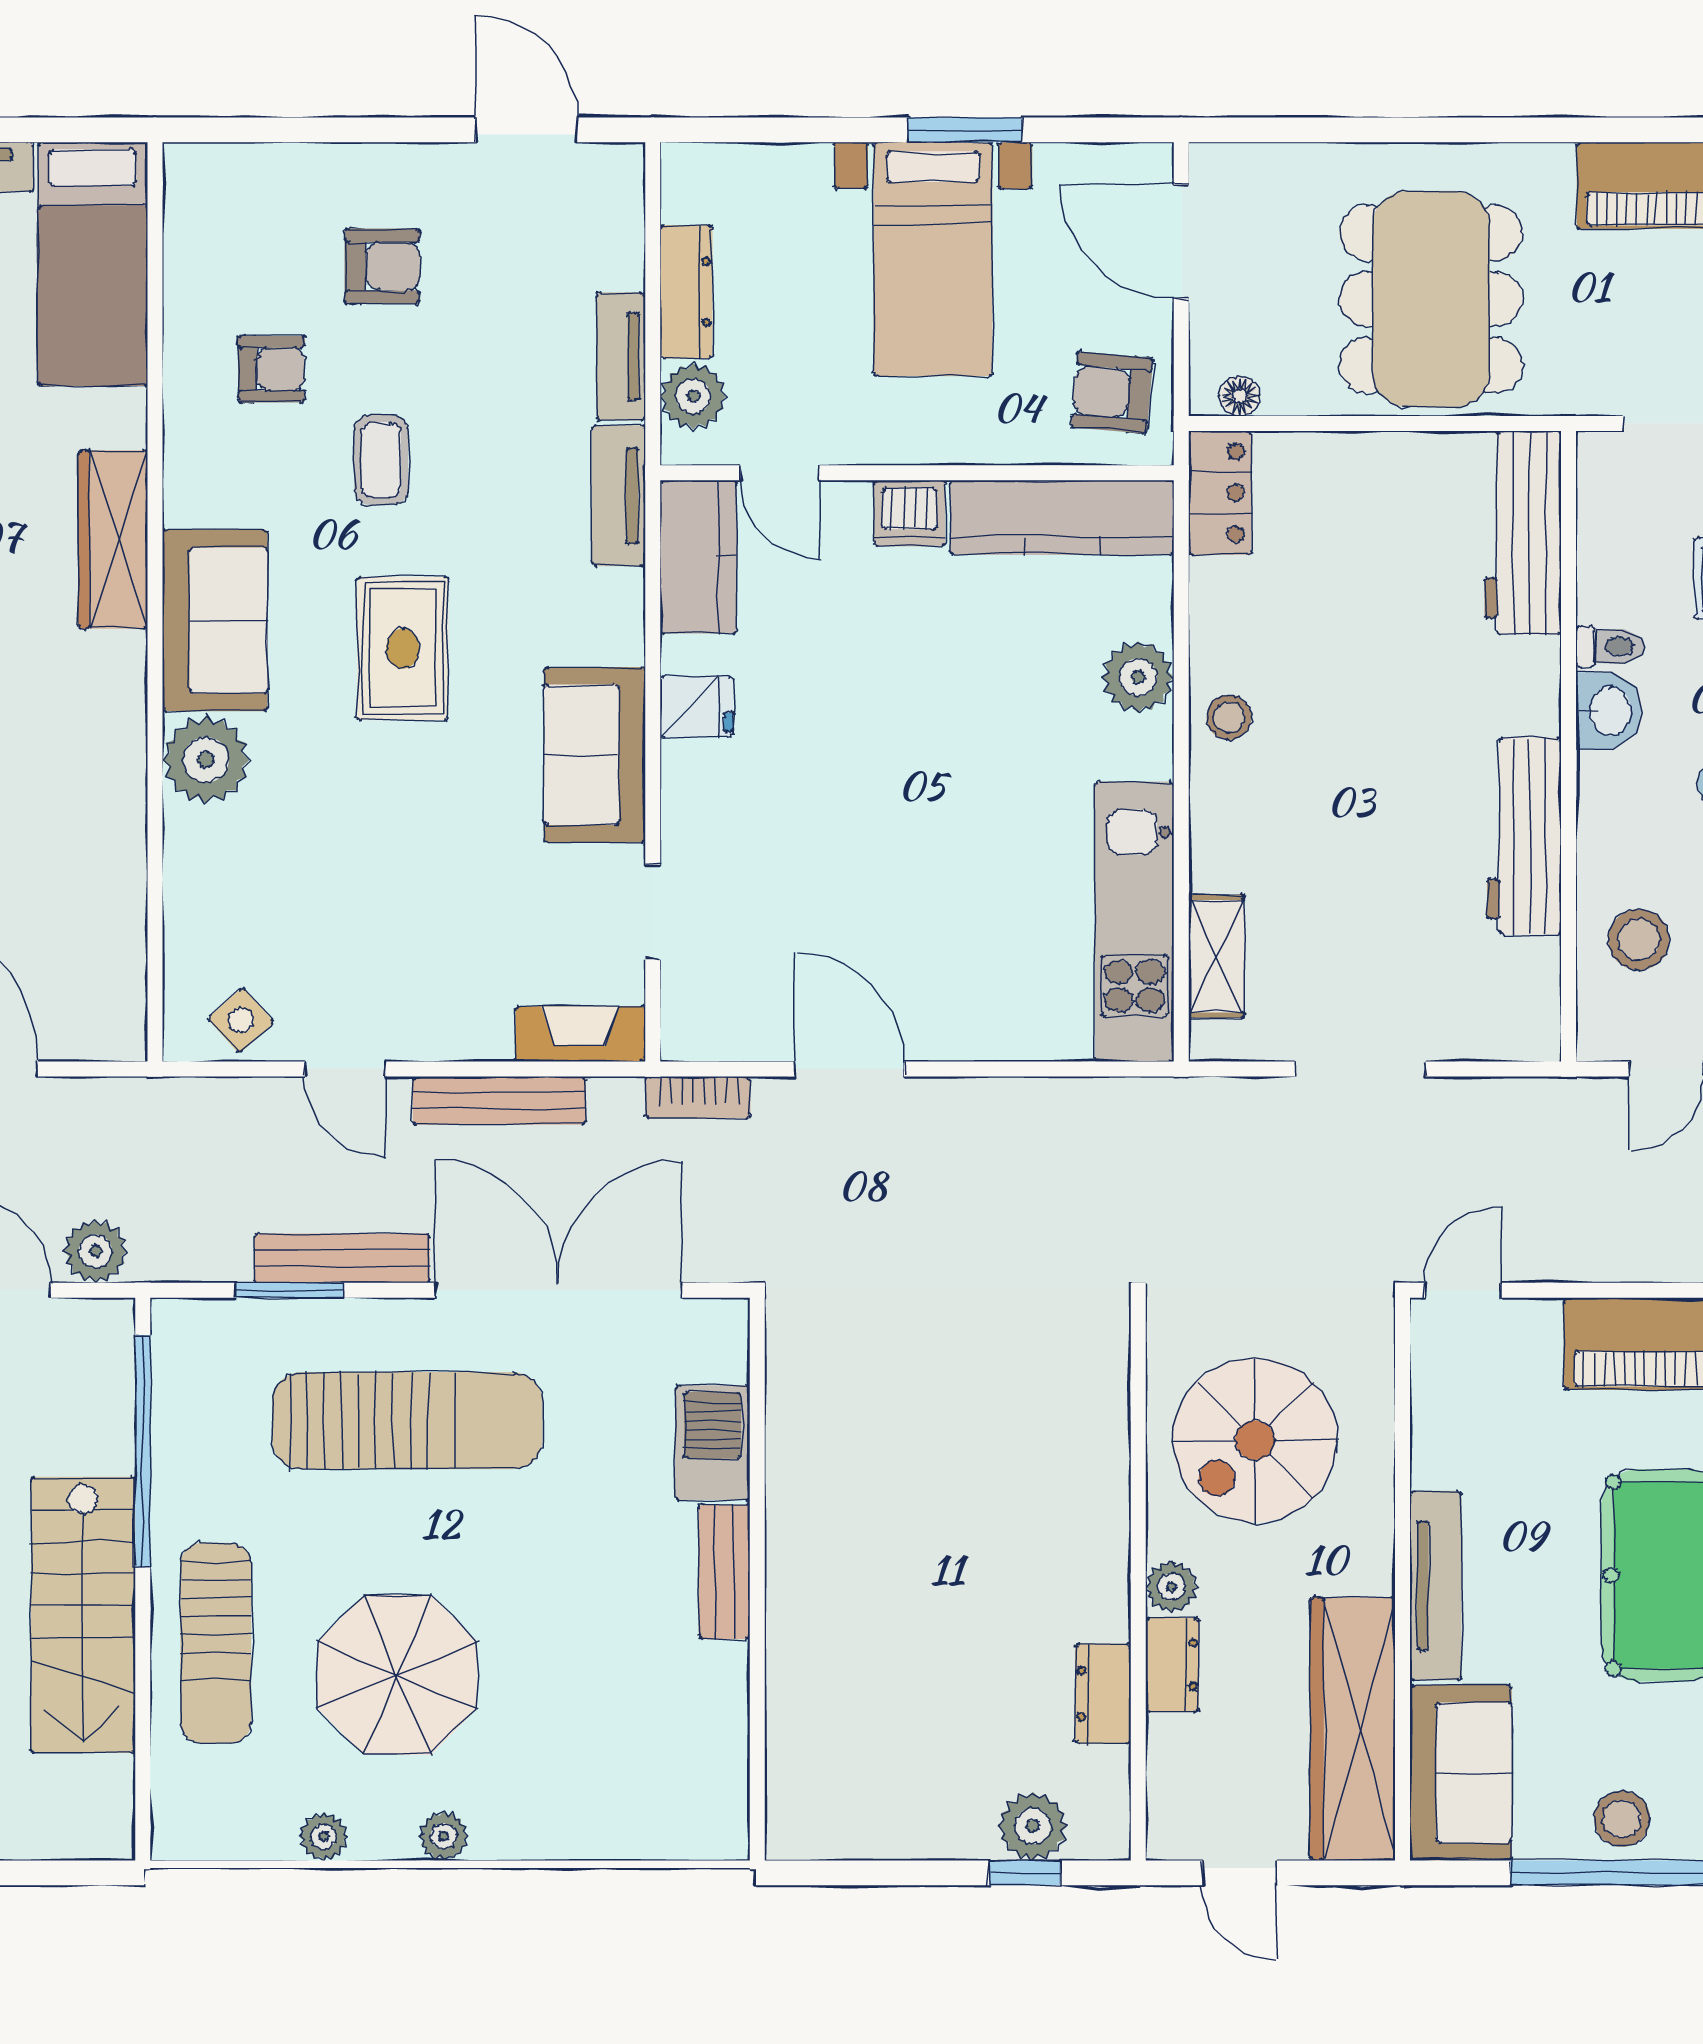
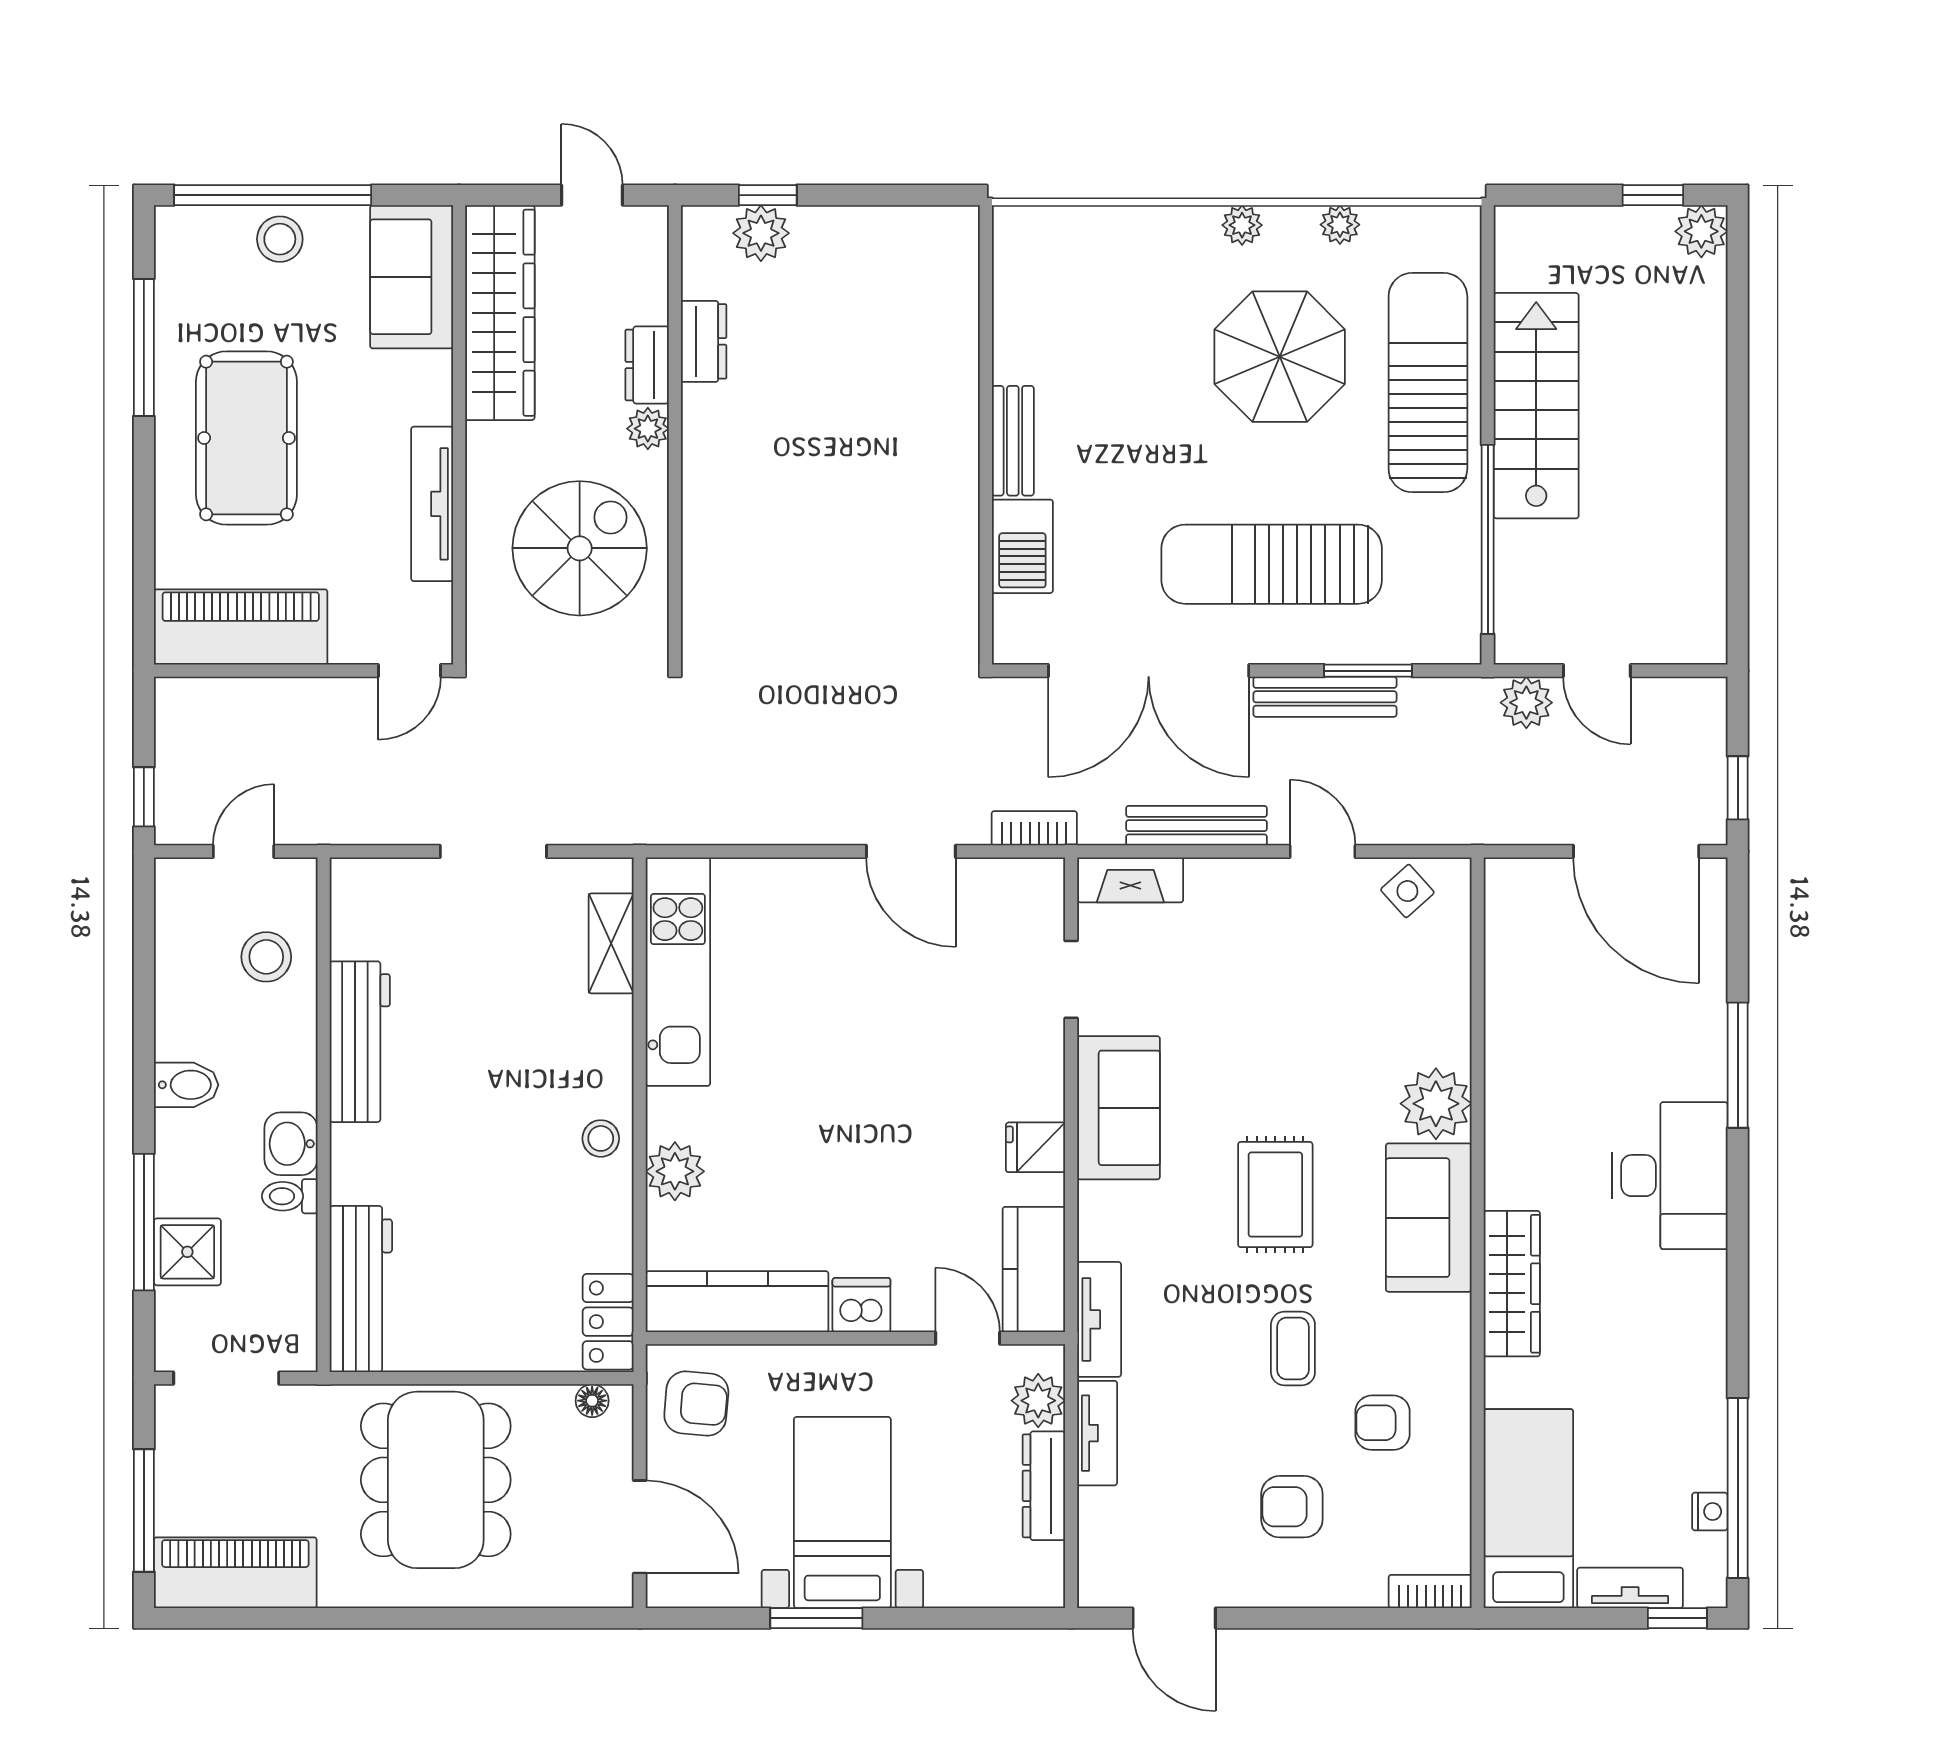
bookcase: (213, 162) -> (1430, 1591), added
tv unit: (1436, 1585) -> (432, 504), moved
sun lounger: (216, 1643) -> (1428, 383), width x1.36, depth x1.34

